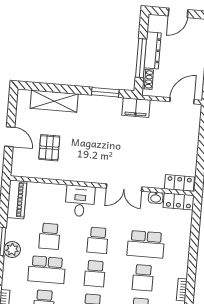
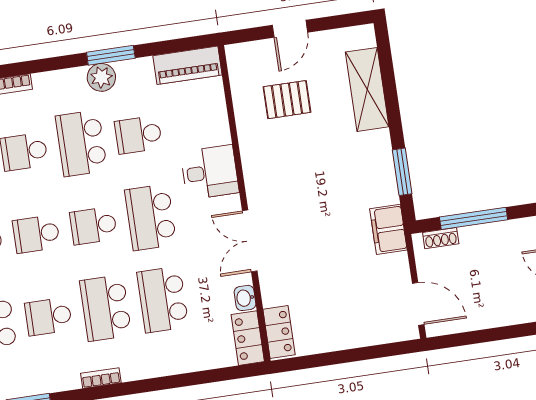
dresser: (153, 50) -> (491, 235), removed
school desk: (98, 240) -> (151, 217), width x1.85
school desk: (143, 278) -> (106, 308), width x1.85

